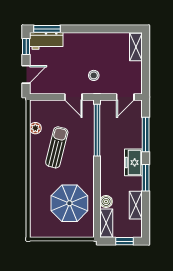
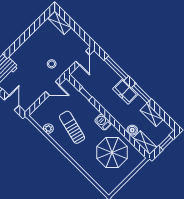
window: (97, 130) -> (85, 94), width x0.32
barbecue: (88, 169) -> (103, 122), added

